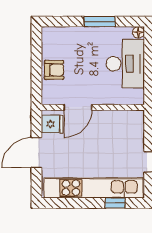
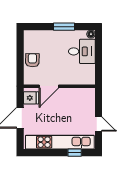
desk: (125, 64) -> (82, 51), width x0.73
armchair: (54, 70) -> (32, 60), turned -89

